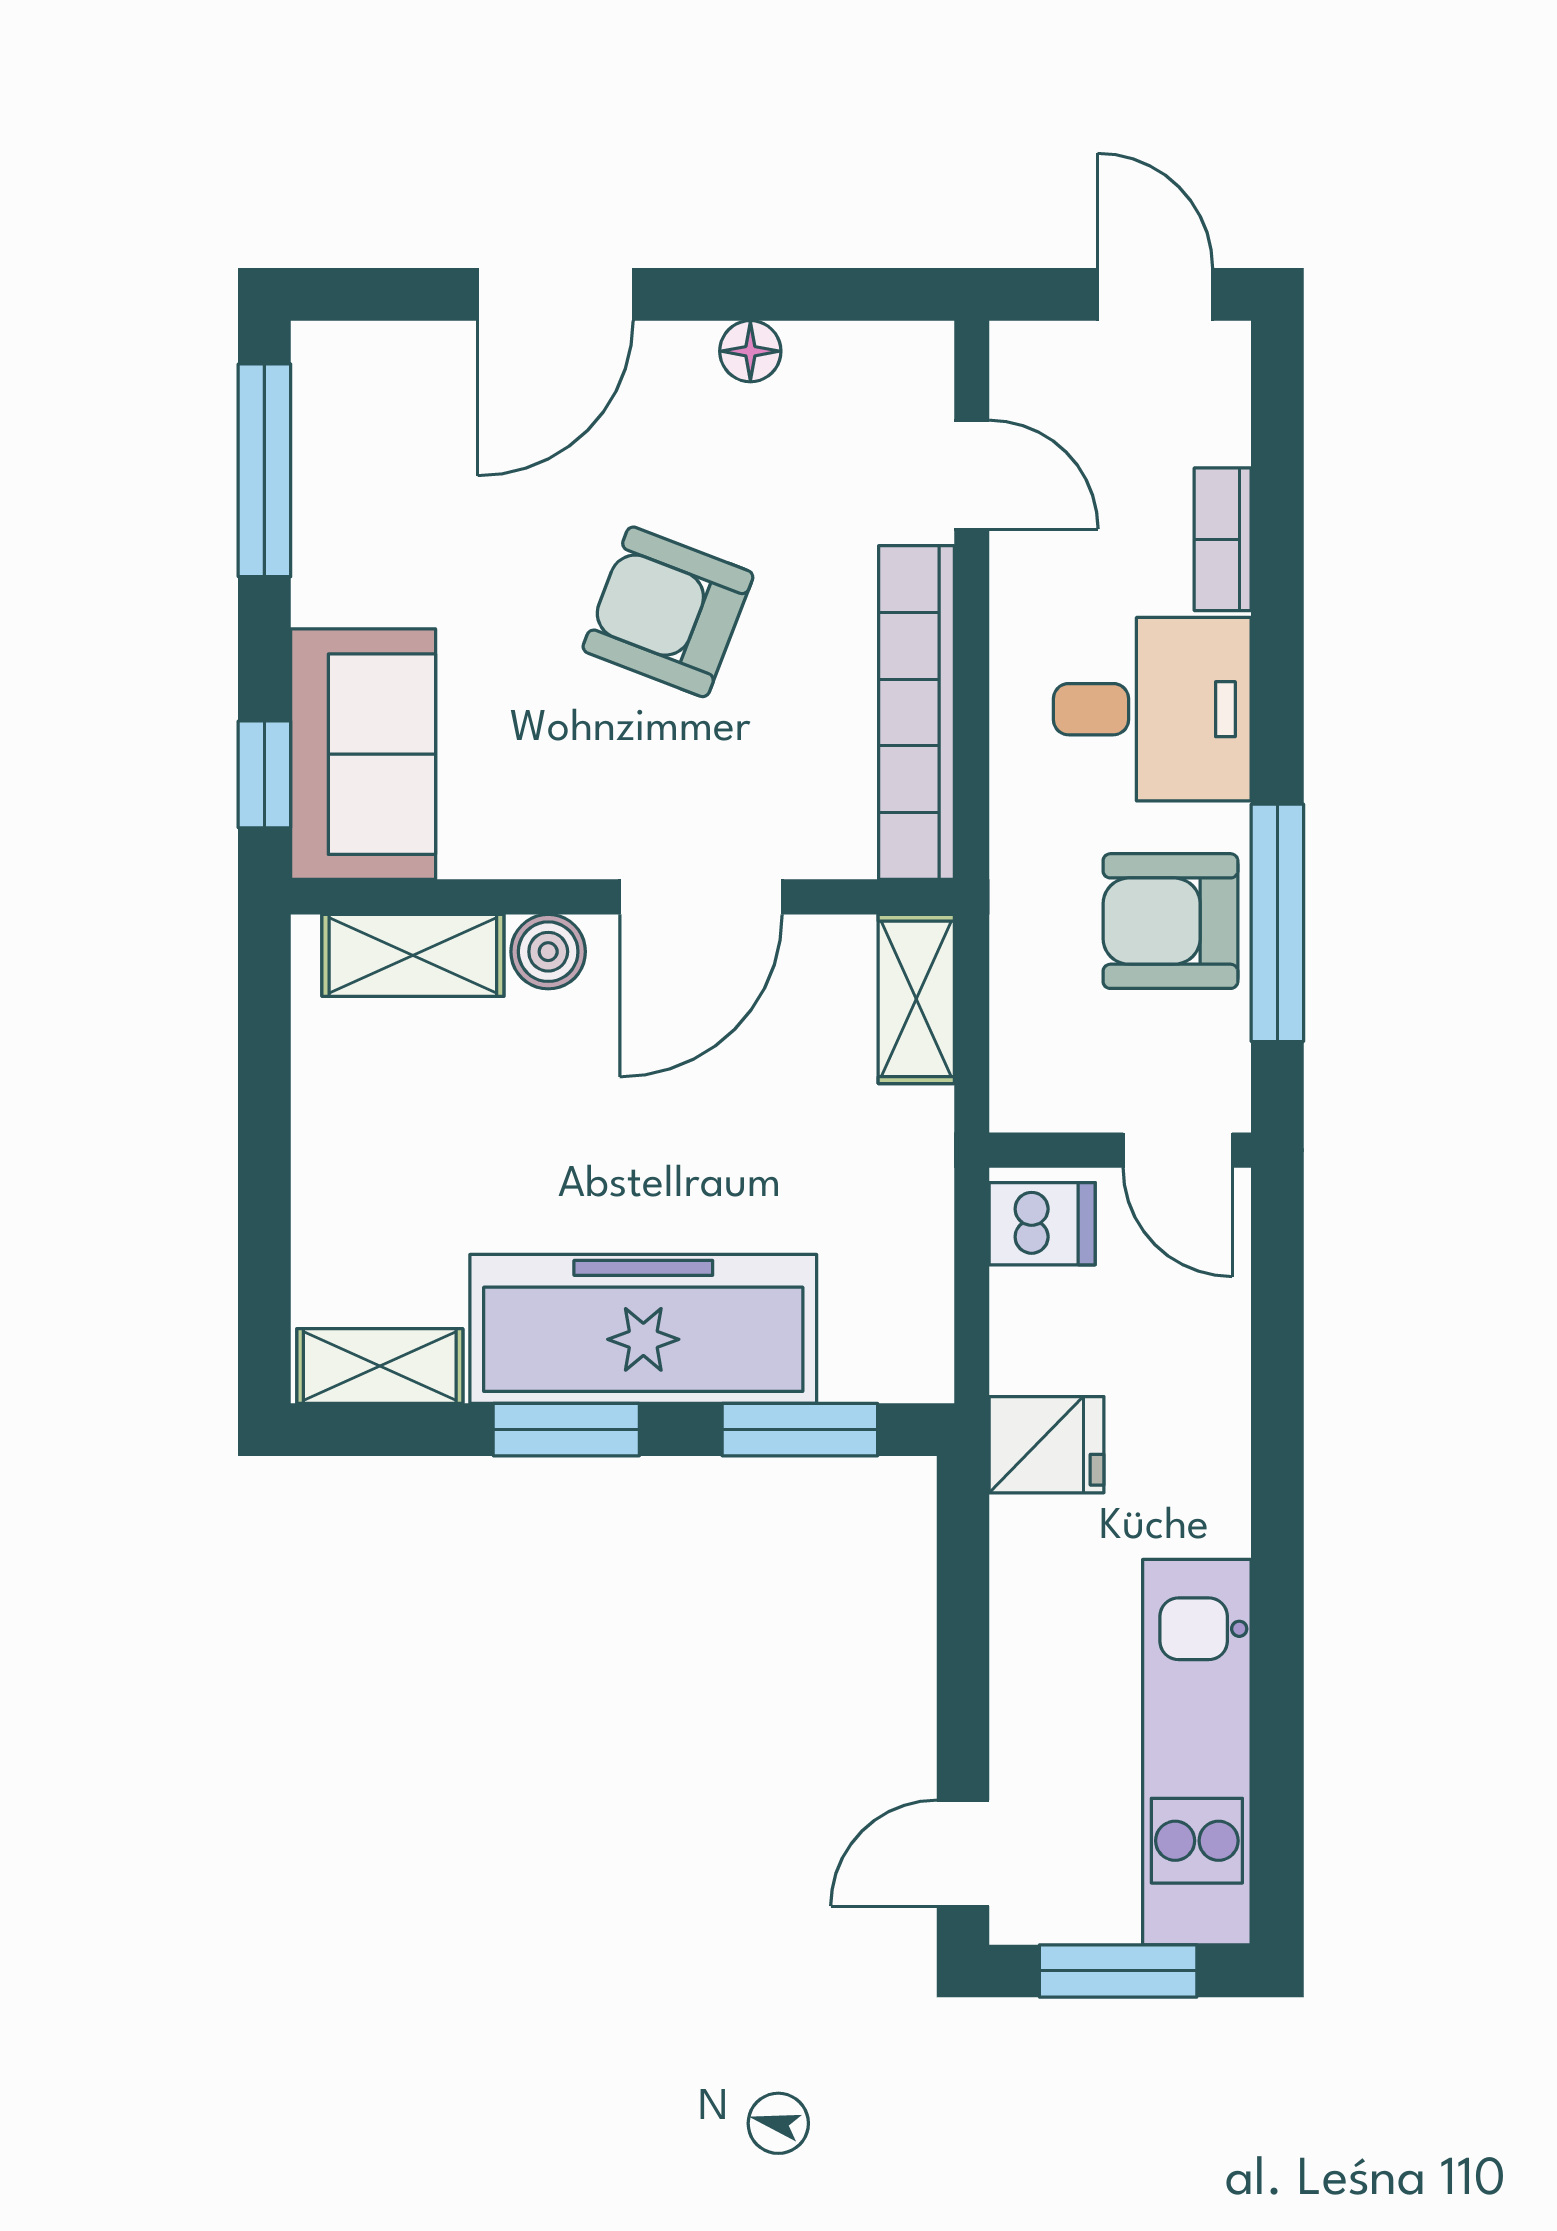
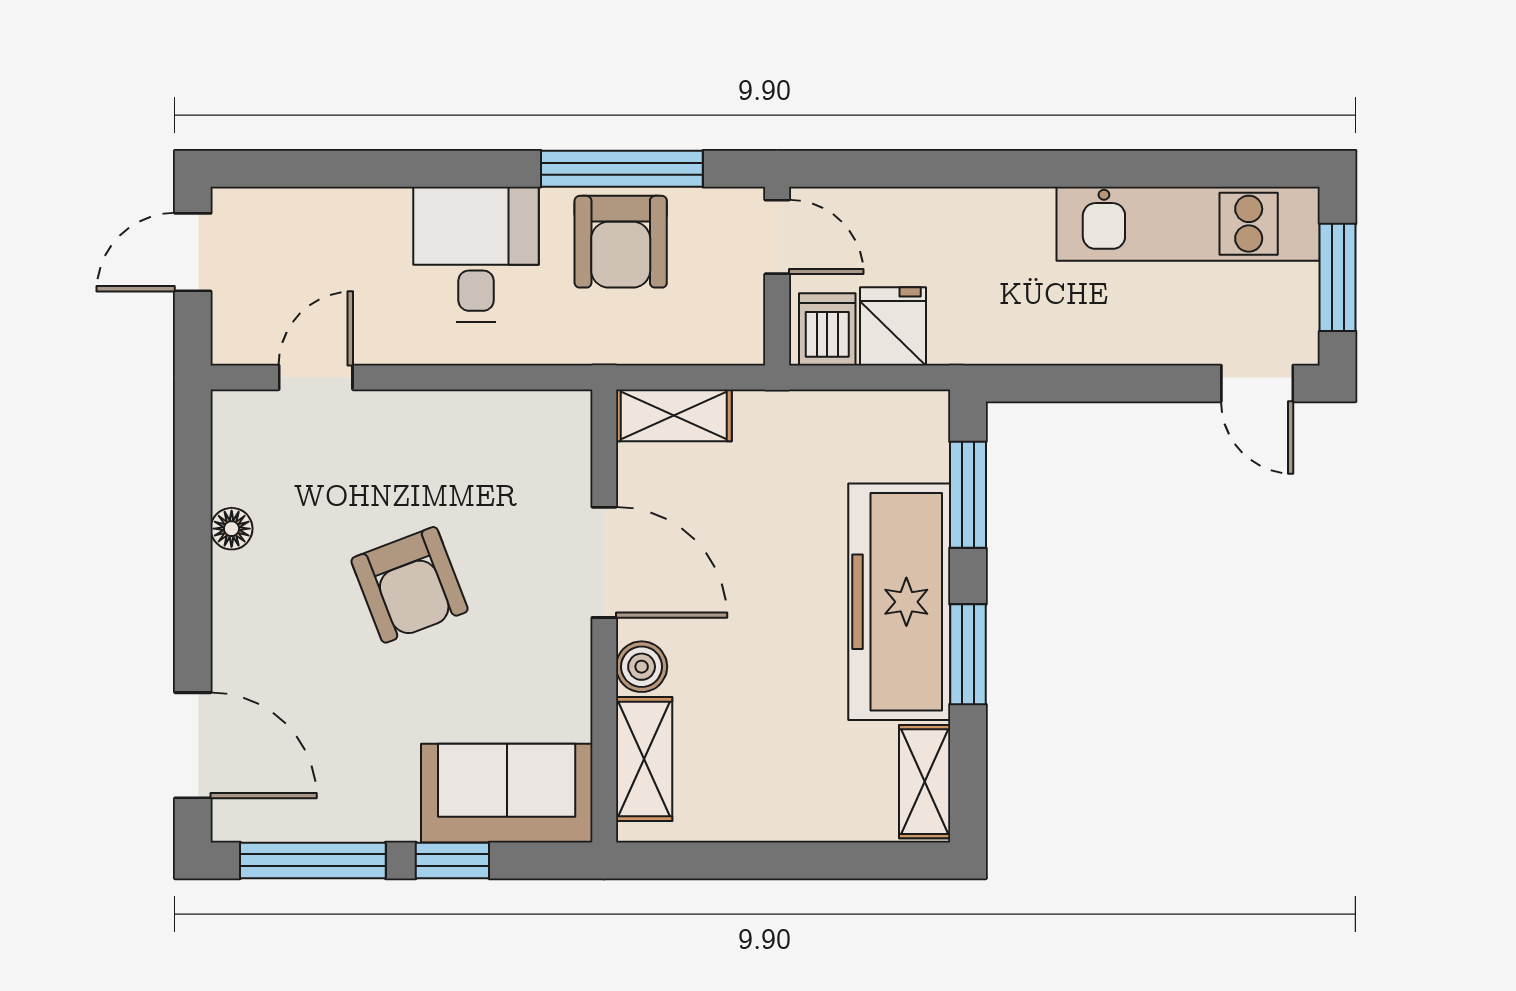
door: (556, 294) -> (193, 745), moved
bookcase: (1223, 539) -> (360, 206), removed
armchair: (668, 612) -> (410, 585), turned -42
bookcase: (916, 713) -> (478, 415), removed
window: (264, 774) -> (452, 860), moved
door: (1178, 1150) -> (777, 237), hinge flipped
fridge: (1047, 1445) -> (893, 326), moved

